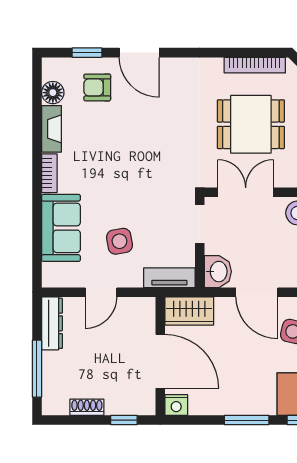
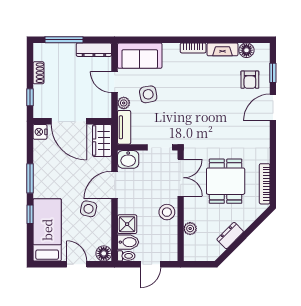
armchair: (97, 87) -> (250, 80), turned 180
sofa: (61, 228) -> (140, 56), moved
plant: (133, 278) -> (124, 103), added
door: (160, 361) -> (69, 121), hinge flipped

